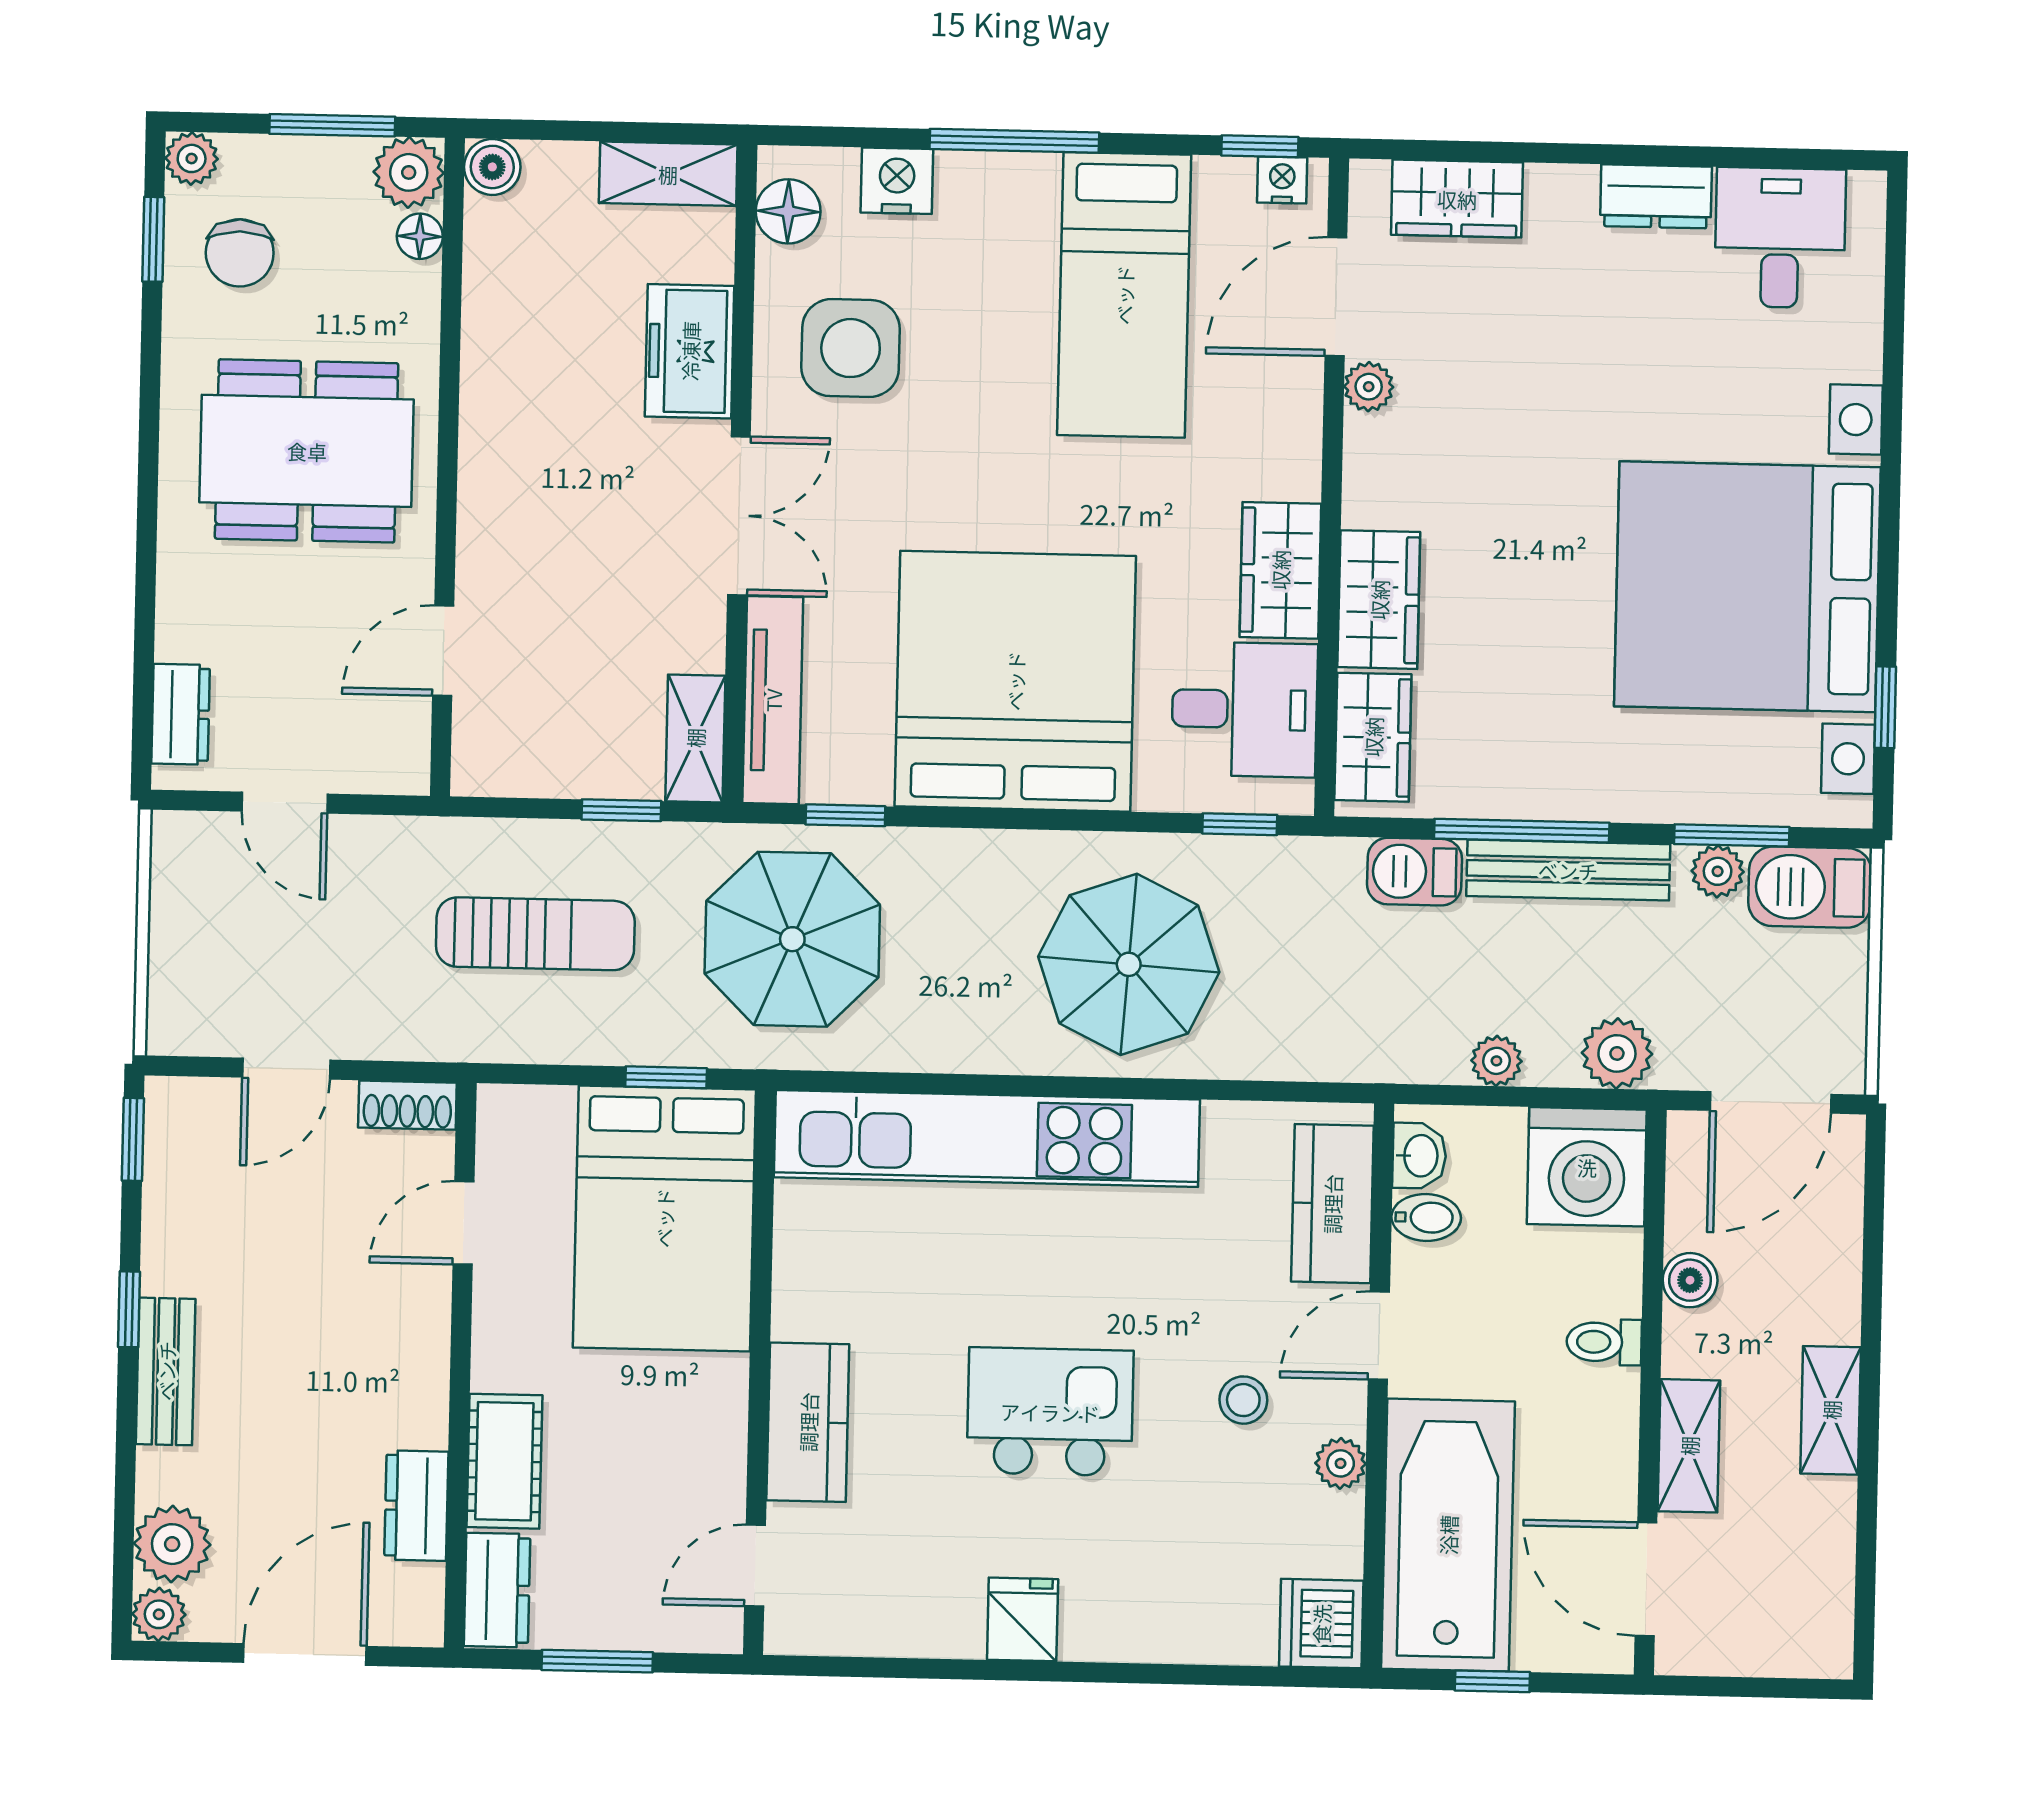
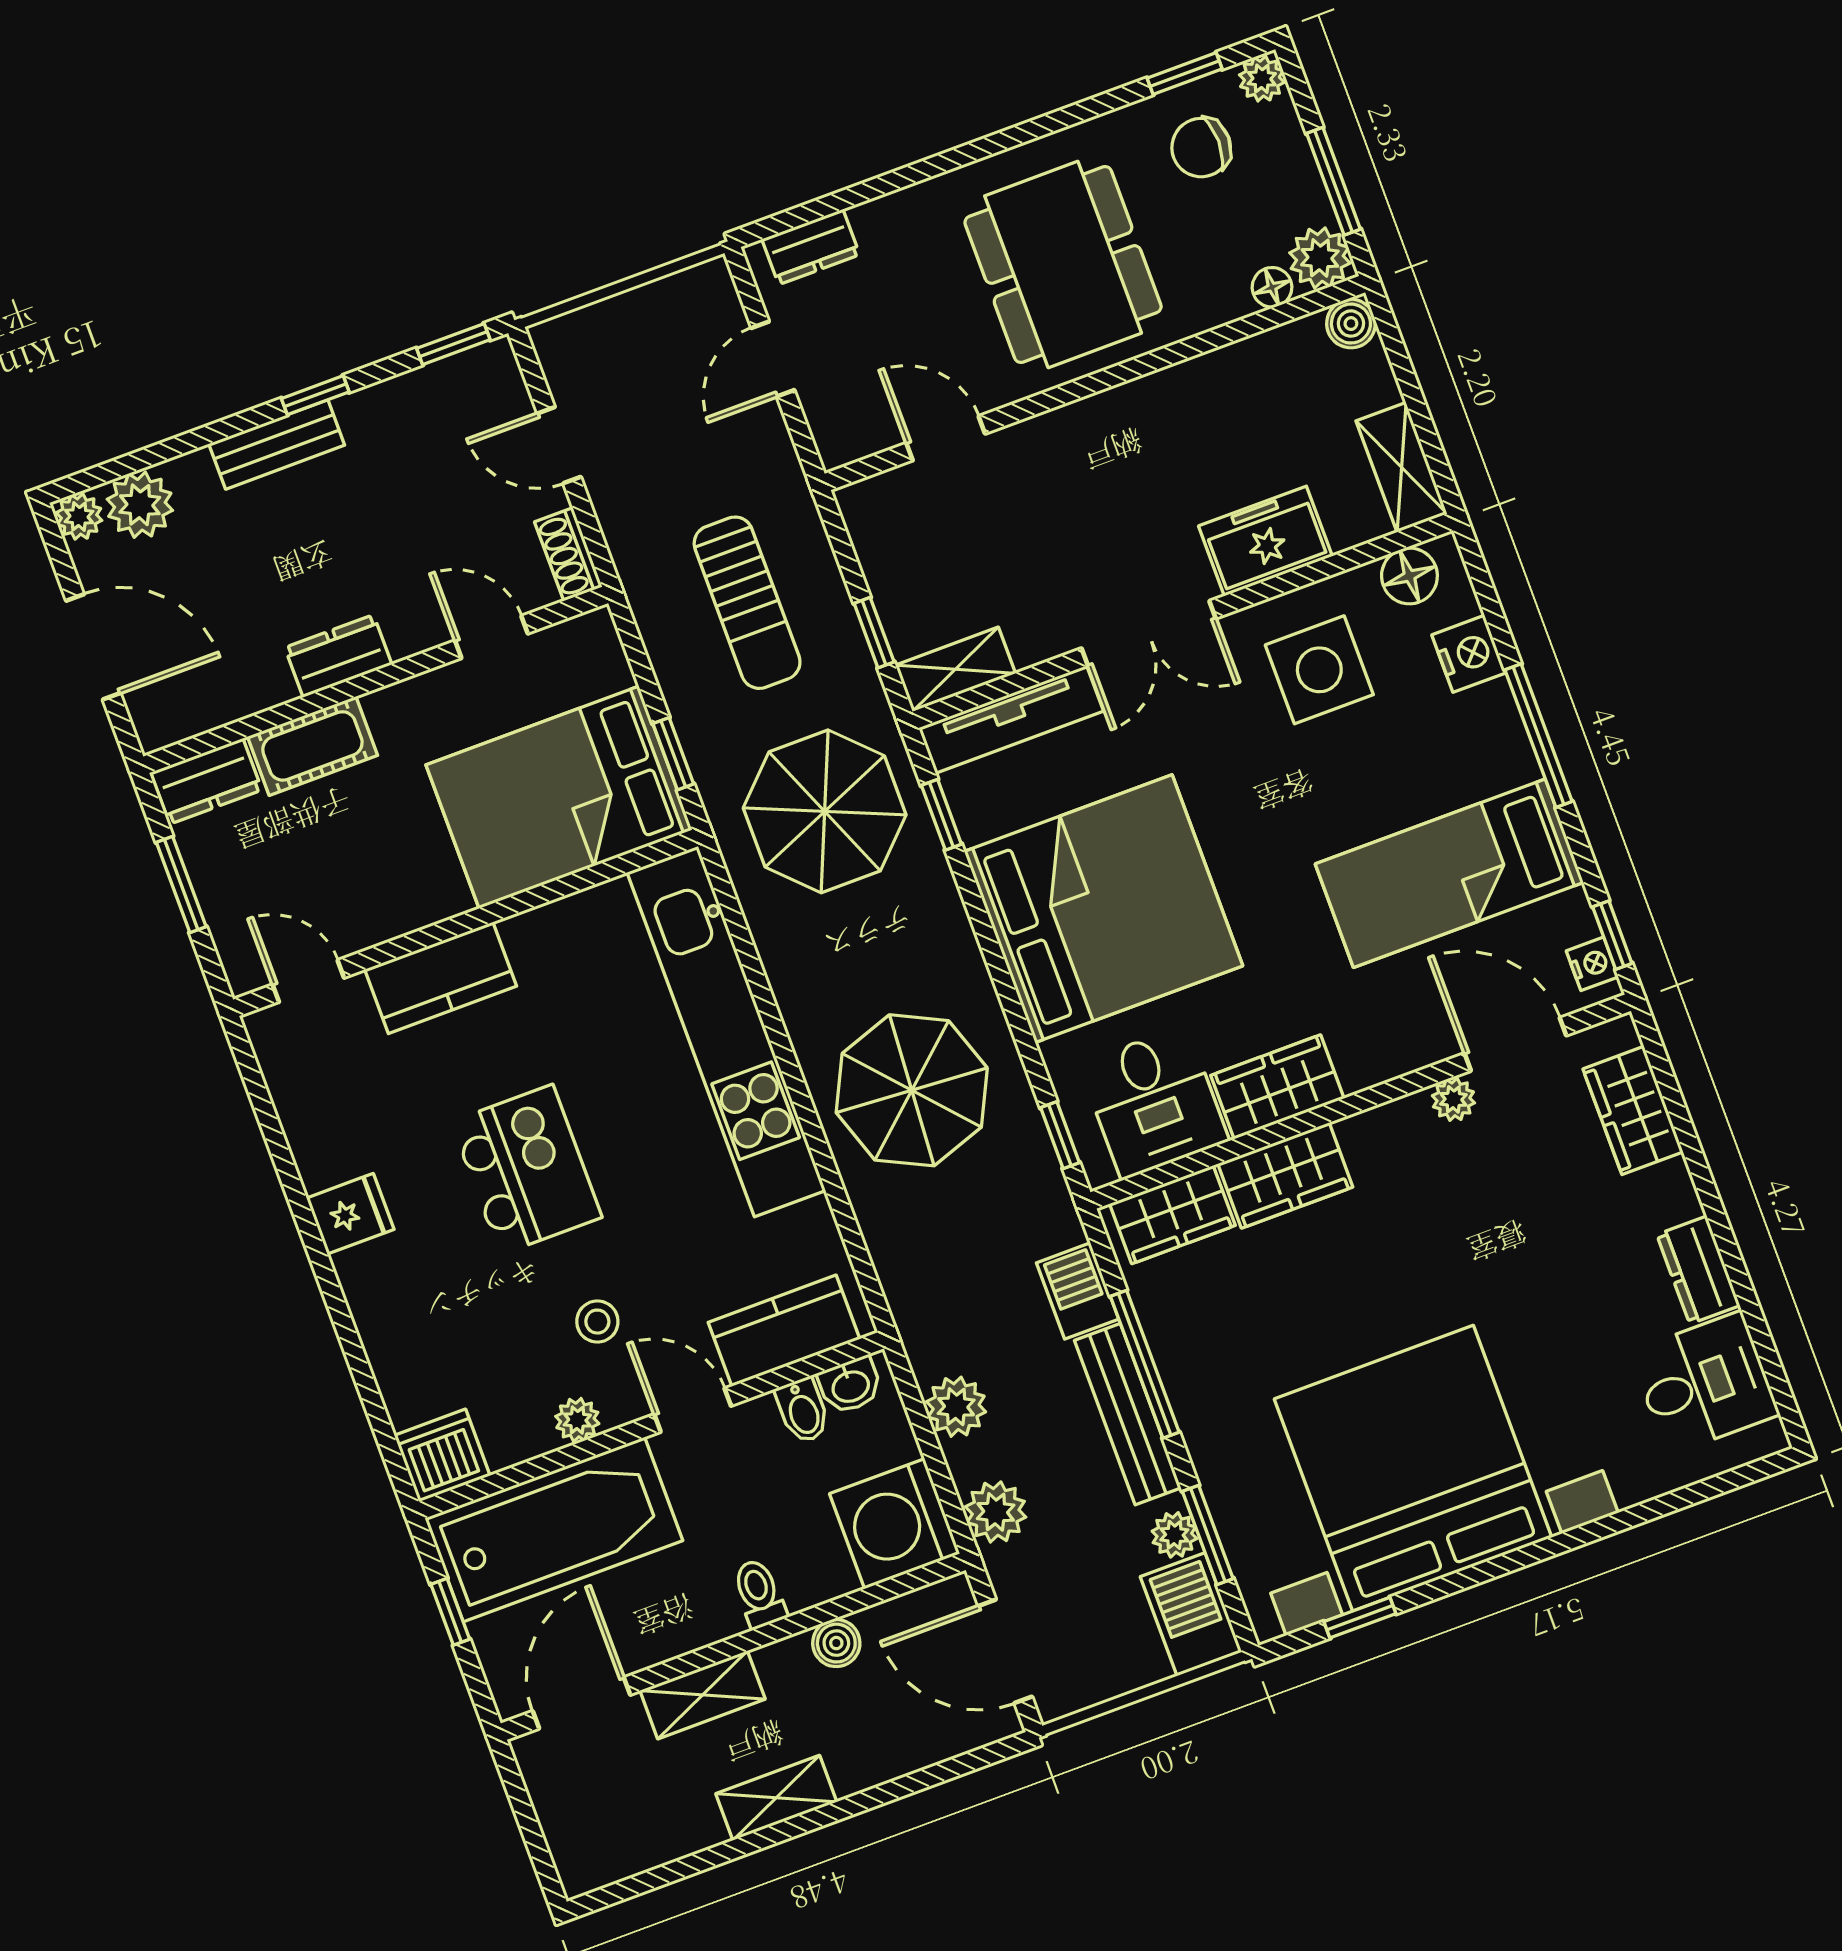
plant: (1496, 1061) -> (956, 1407), width x1.38, depth x1.38
dresser: (416, 1506) -> (338, 656), moved

